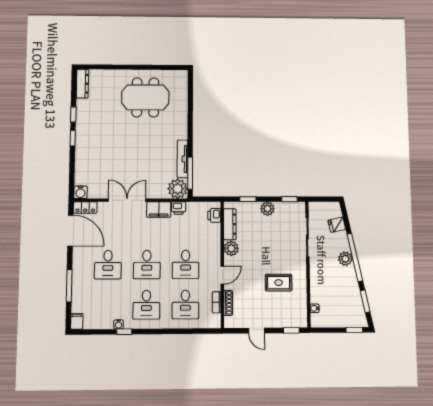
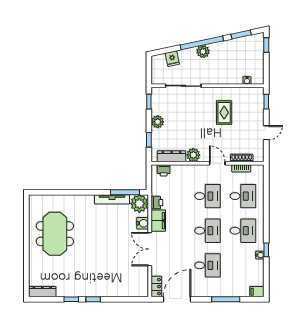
water cooler: (80, 192) -> (143, 223), moved

